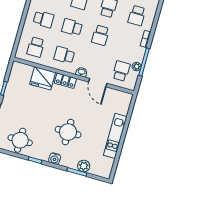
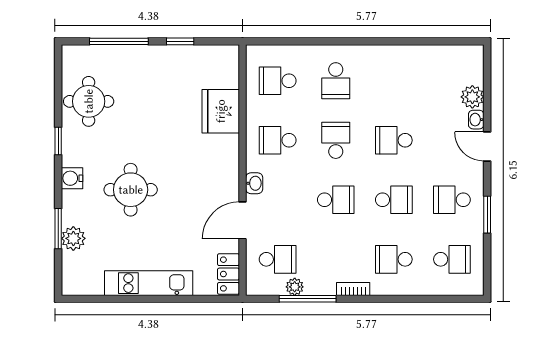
school desk: (100, 35) -> (336, 200), turned 180
school desk: (64, 55) -> (278, 140), turned -90
locker: (65, 81) -> (228, 274), moved

